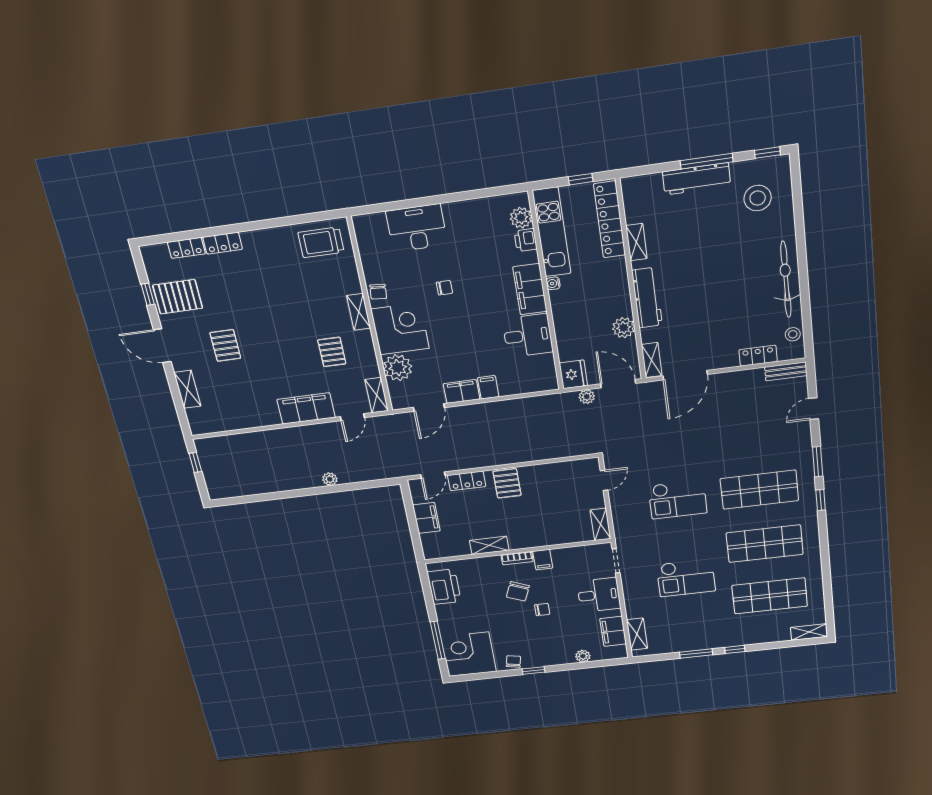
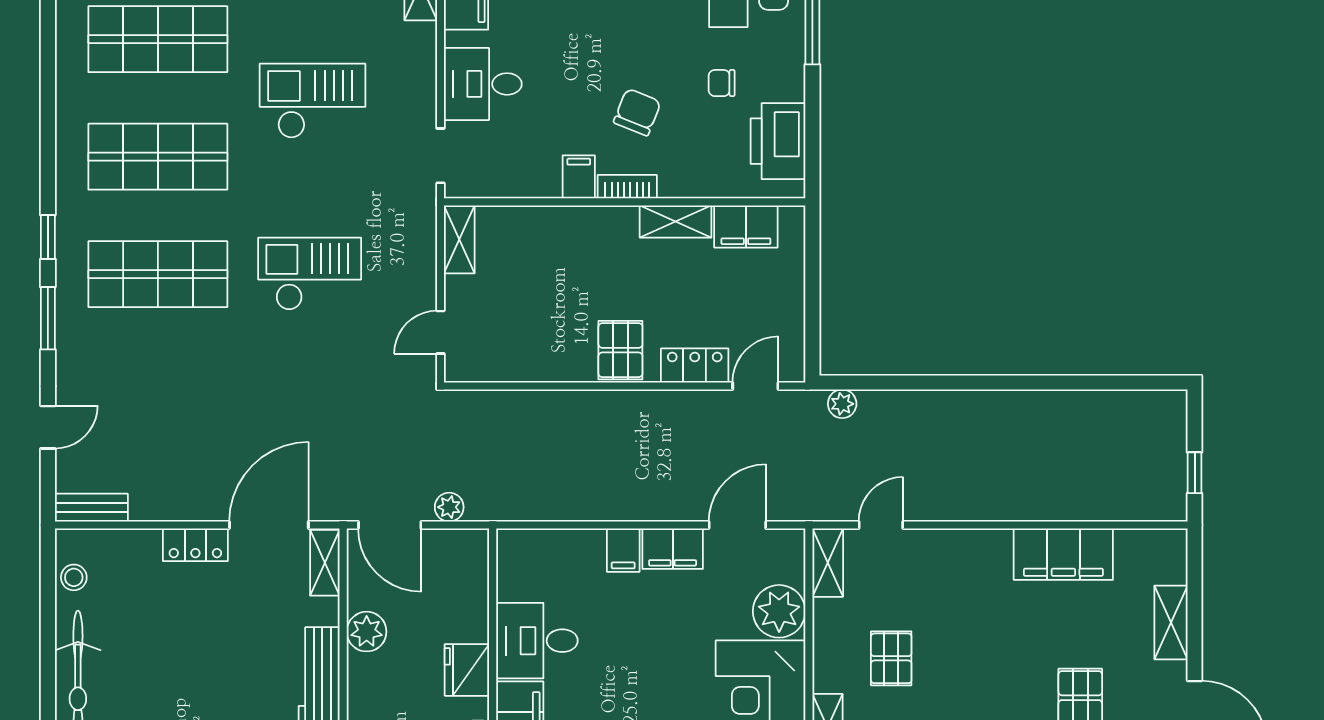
locker: (758, 356) -> (195, 545), moved
fridge: (573, 374) -> (467, 670), moved
filing cabinet: (306, 408) -> (1063, 554), moved
plant: (330, 479) -> (842, 404), moved
filing cabinet: (426, 518) -> (746, 226), moved, turned -90
chair: (542, 610) -> (722, 83), moved

